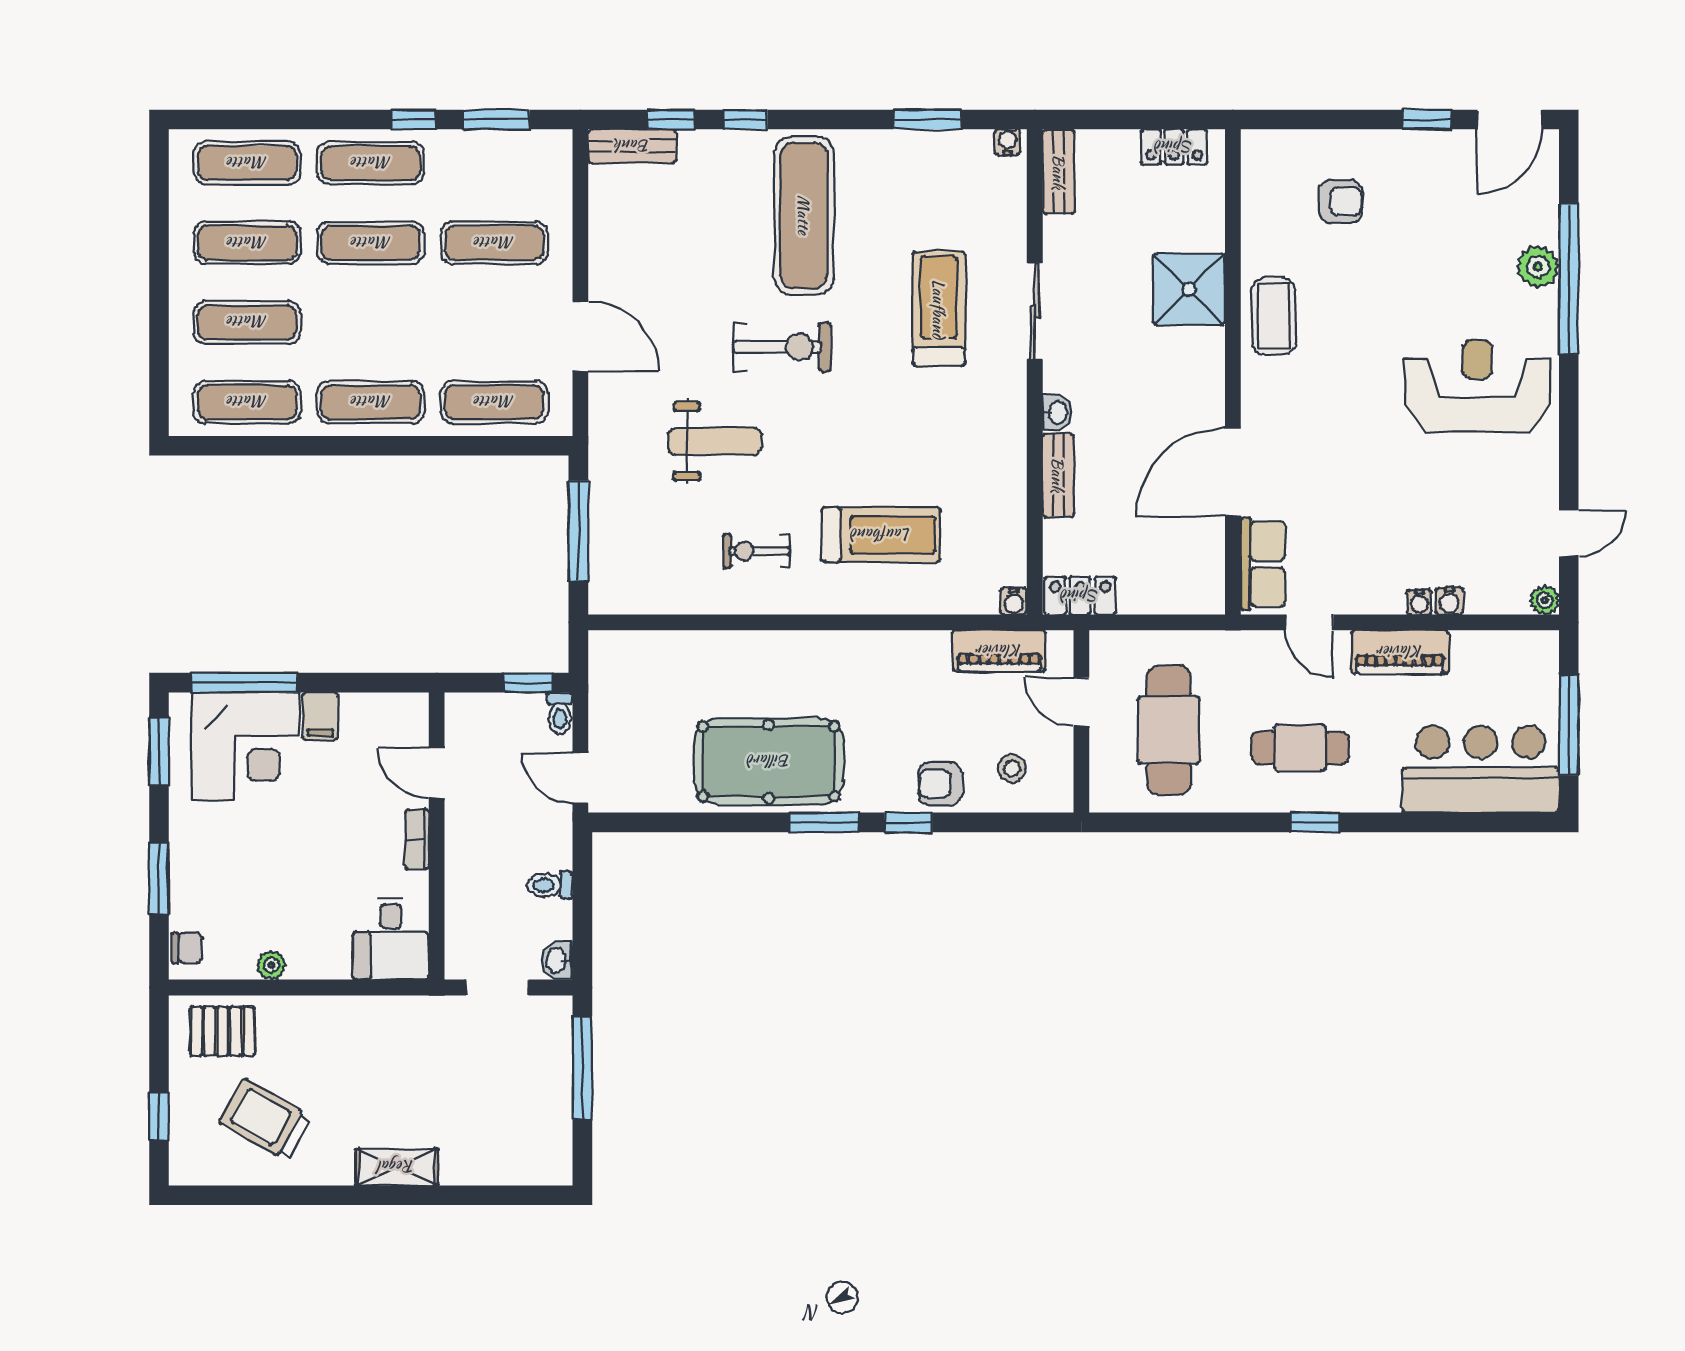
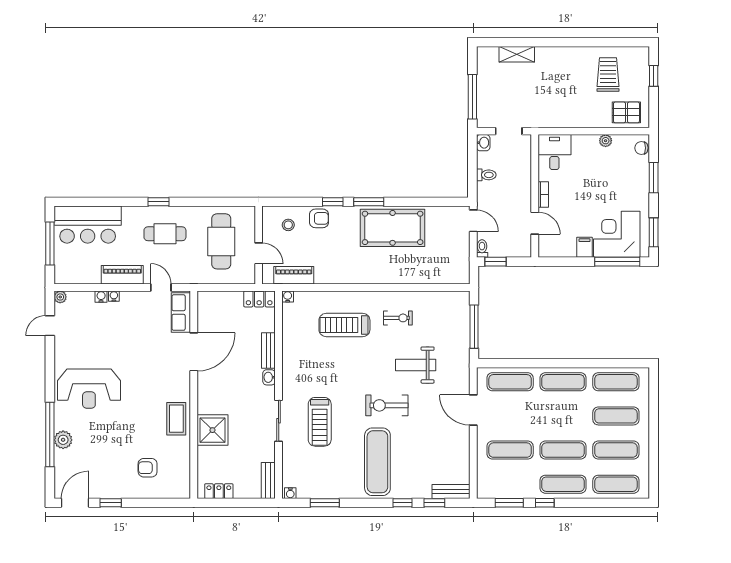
trolley: (266, 1120) -> (608, 74), turned -120
shelving: (397, 1167) -> (517, 54), moved

